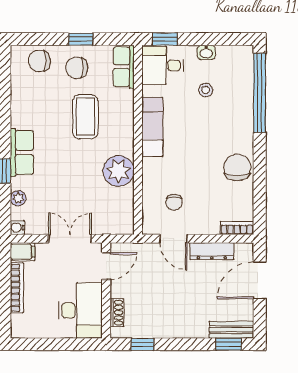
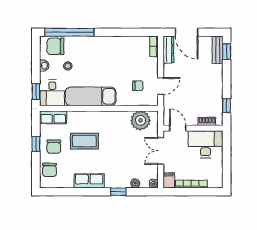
exam couch: (152, 127) -> (91, 96), width x1.36, depth x1.45
row of seats: (22, 152) -> (89, 181), moved
chair: (237, 167) -> (55, 46), moved
plant: (119, 171) -> (140, 120), moved
dresser: (212, 251) -> (168, 50), moved

